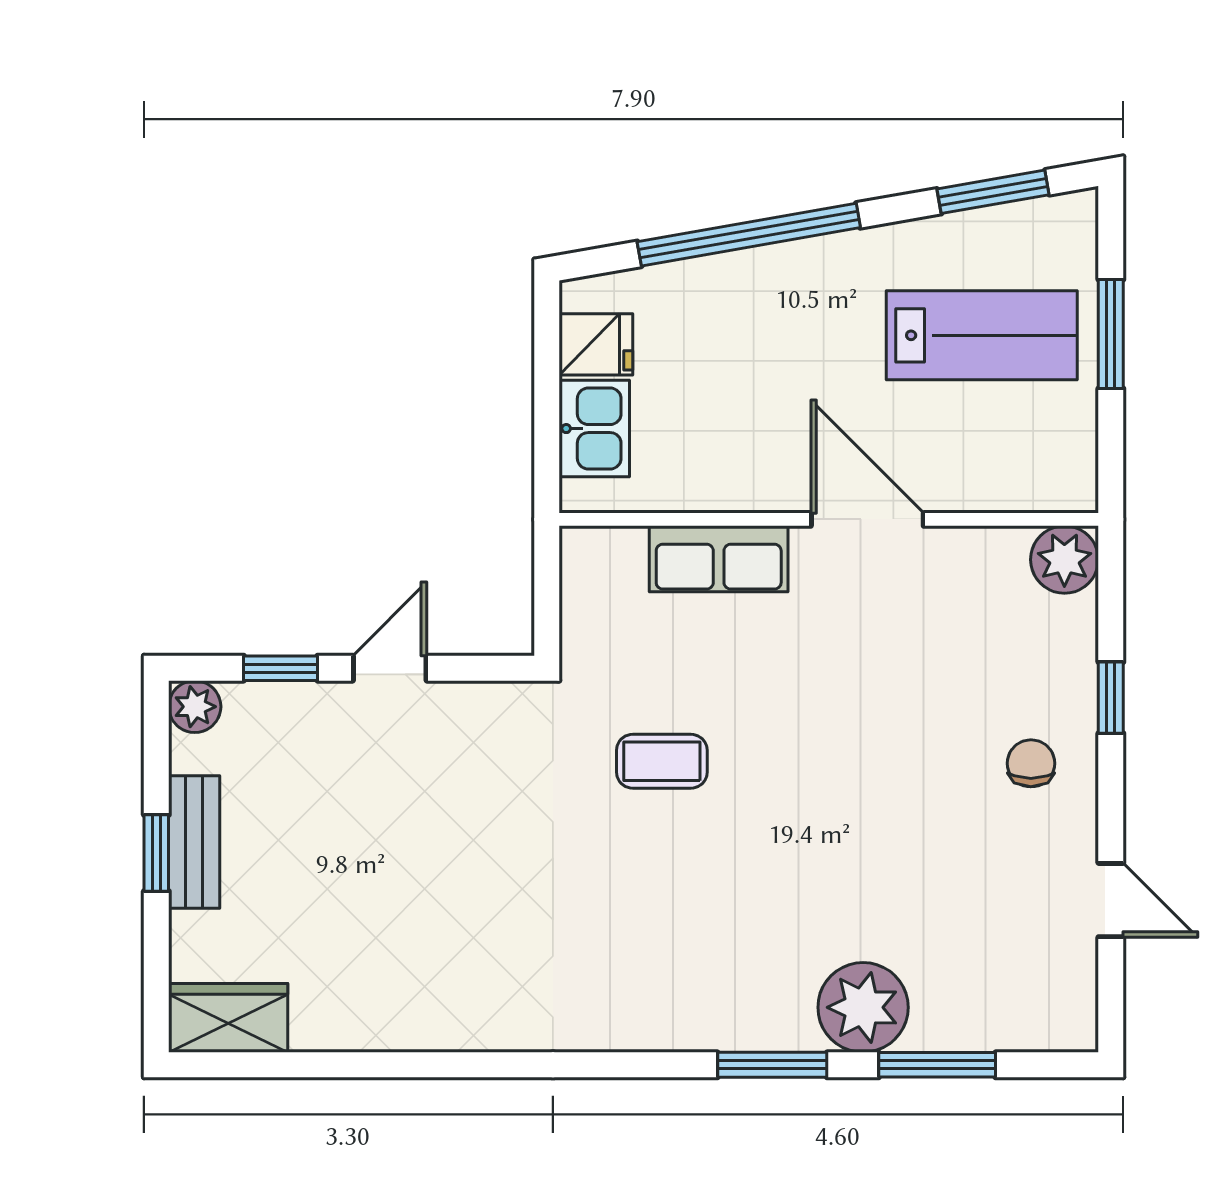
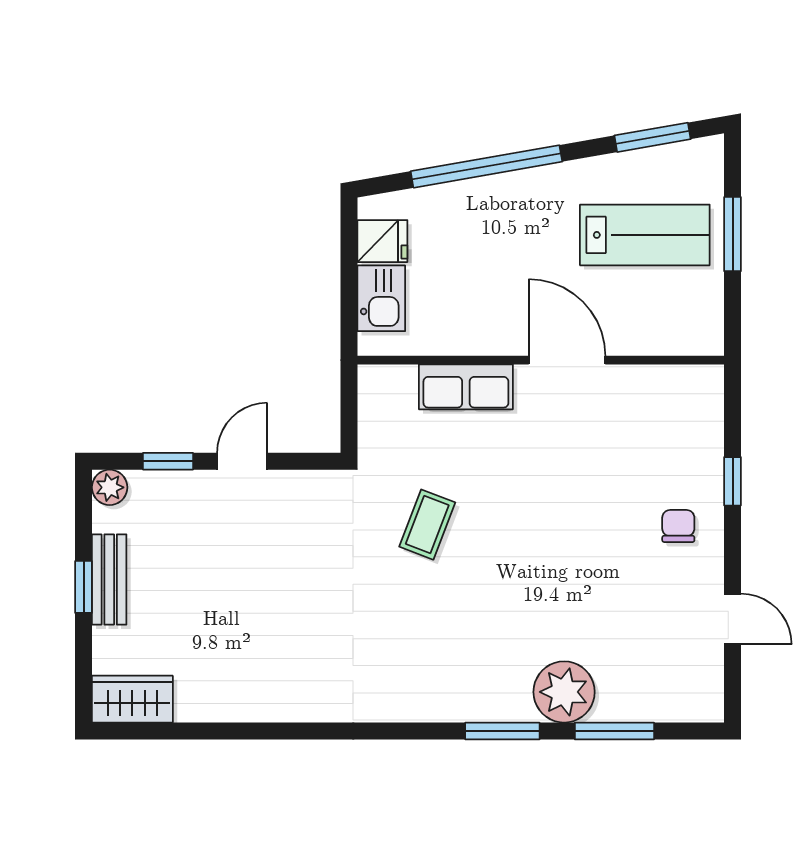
plant: (1064, 560) -> (701, 387), removed
coffee table: (662, 761) -> (427, 525), turned -69

